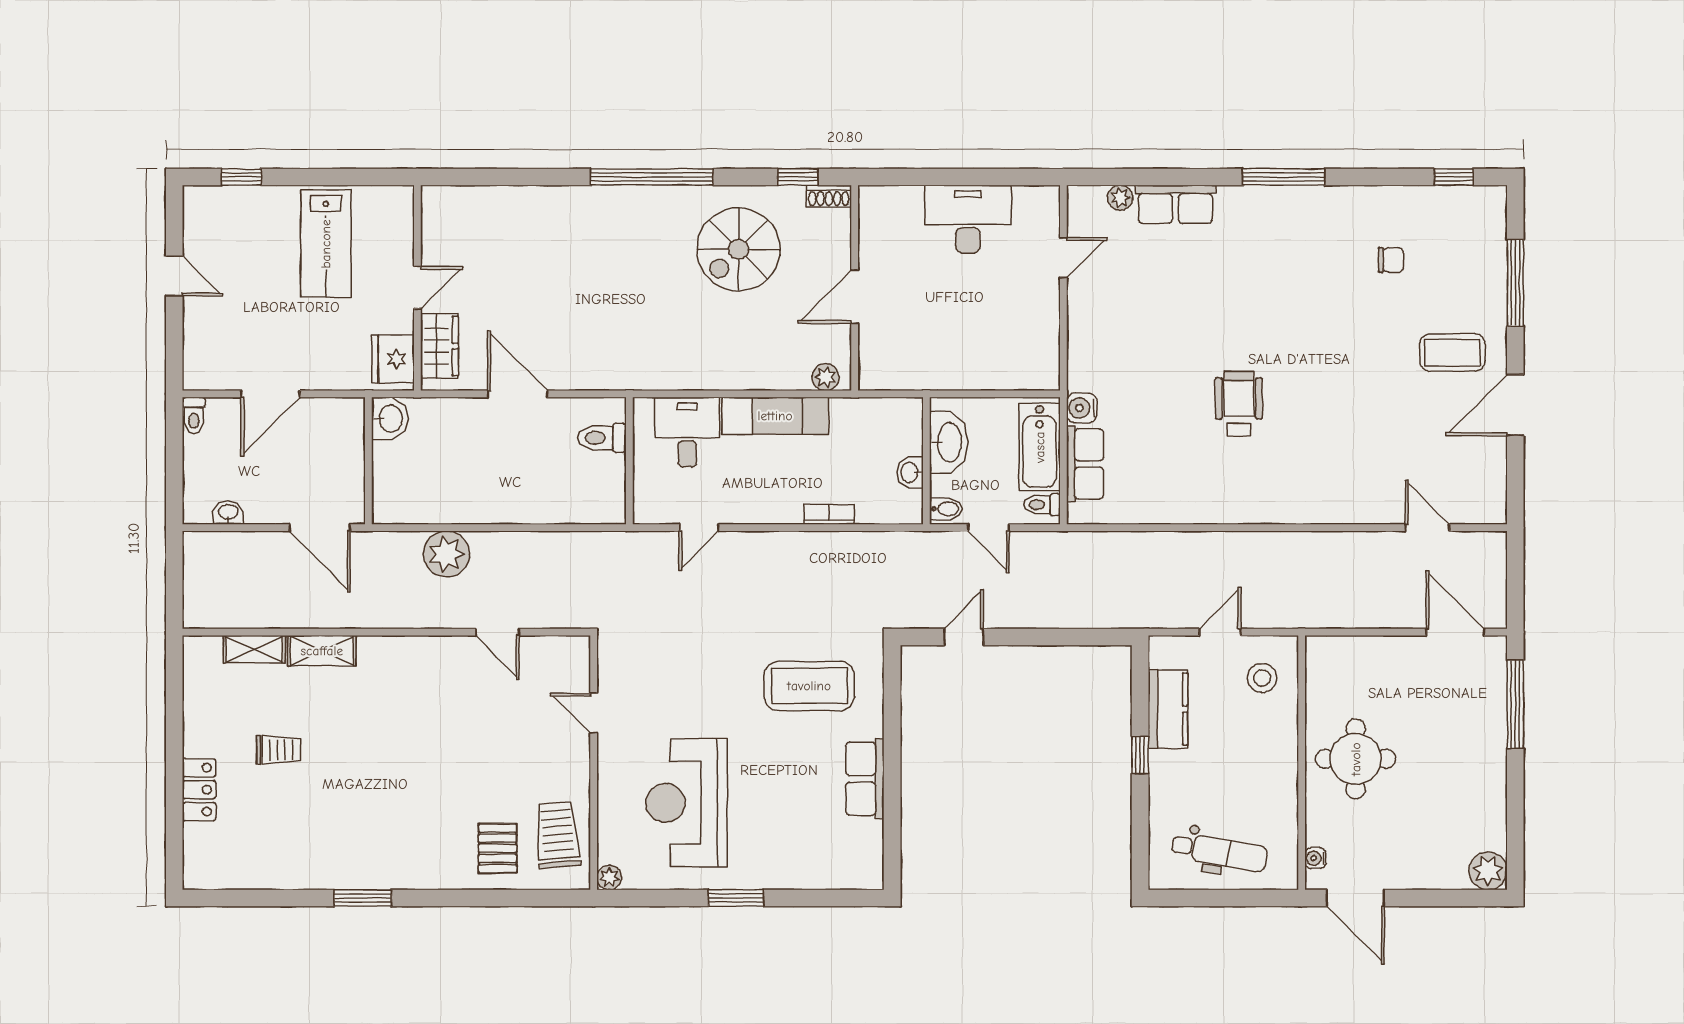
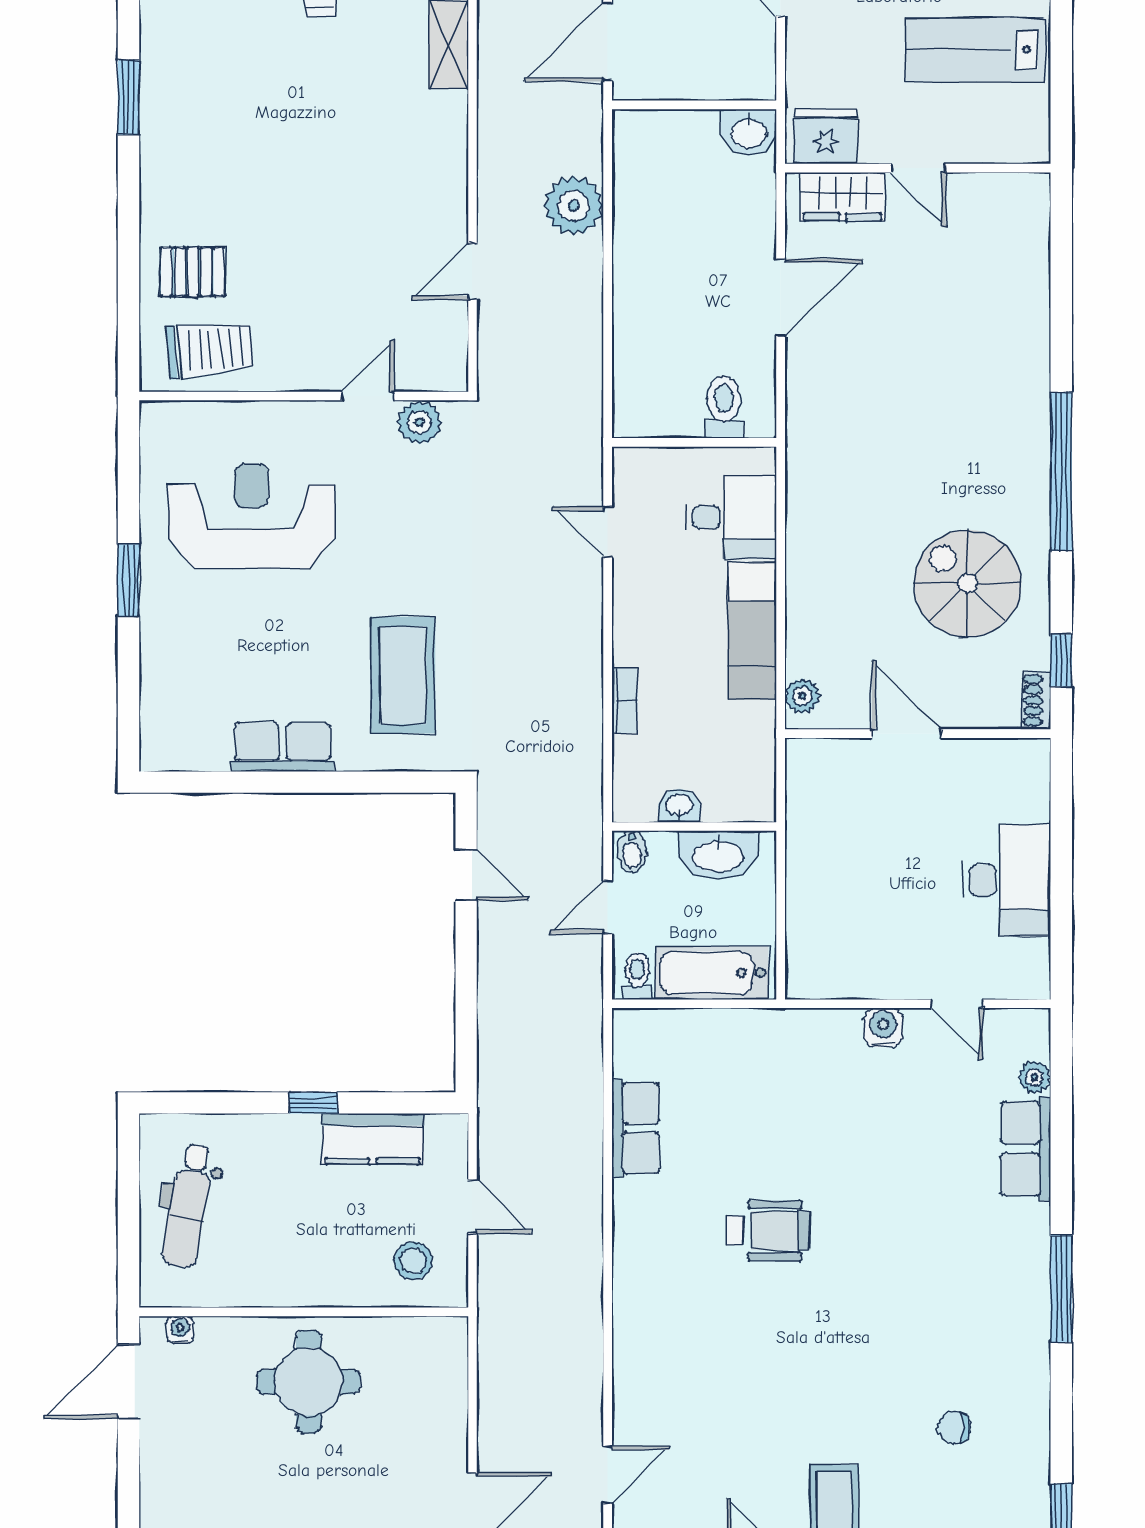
chair: (1391, 260) -> (954, 1427), turned 90
water cooler: (1082, 408) -> (883, 1028), moved
row of seats: (1085, 464) -> (635, 1128), moved, turned -90
plant: (609, 877) -> (419, 422), moved, width x1.38, depth x1.38

